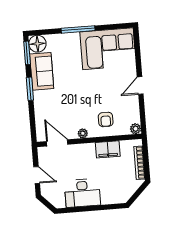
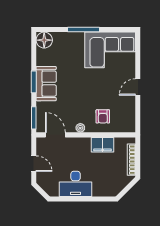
window: (27, 53) -> (34, 118), moved
sofa: (42, 71) -> (46, 84), moved
plant: (136, 129) -> (130, 127), removed

